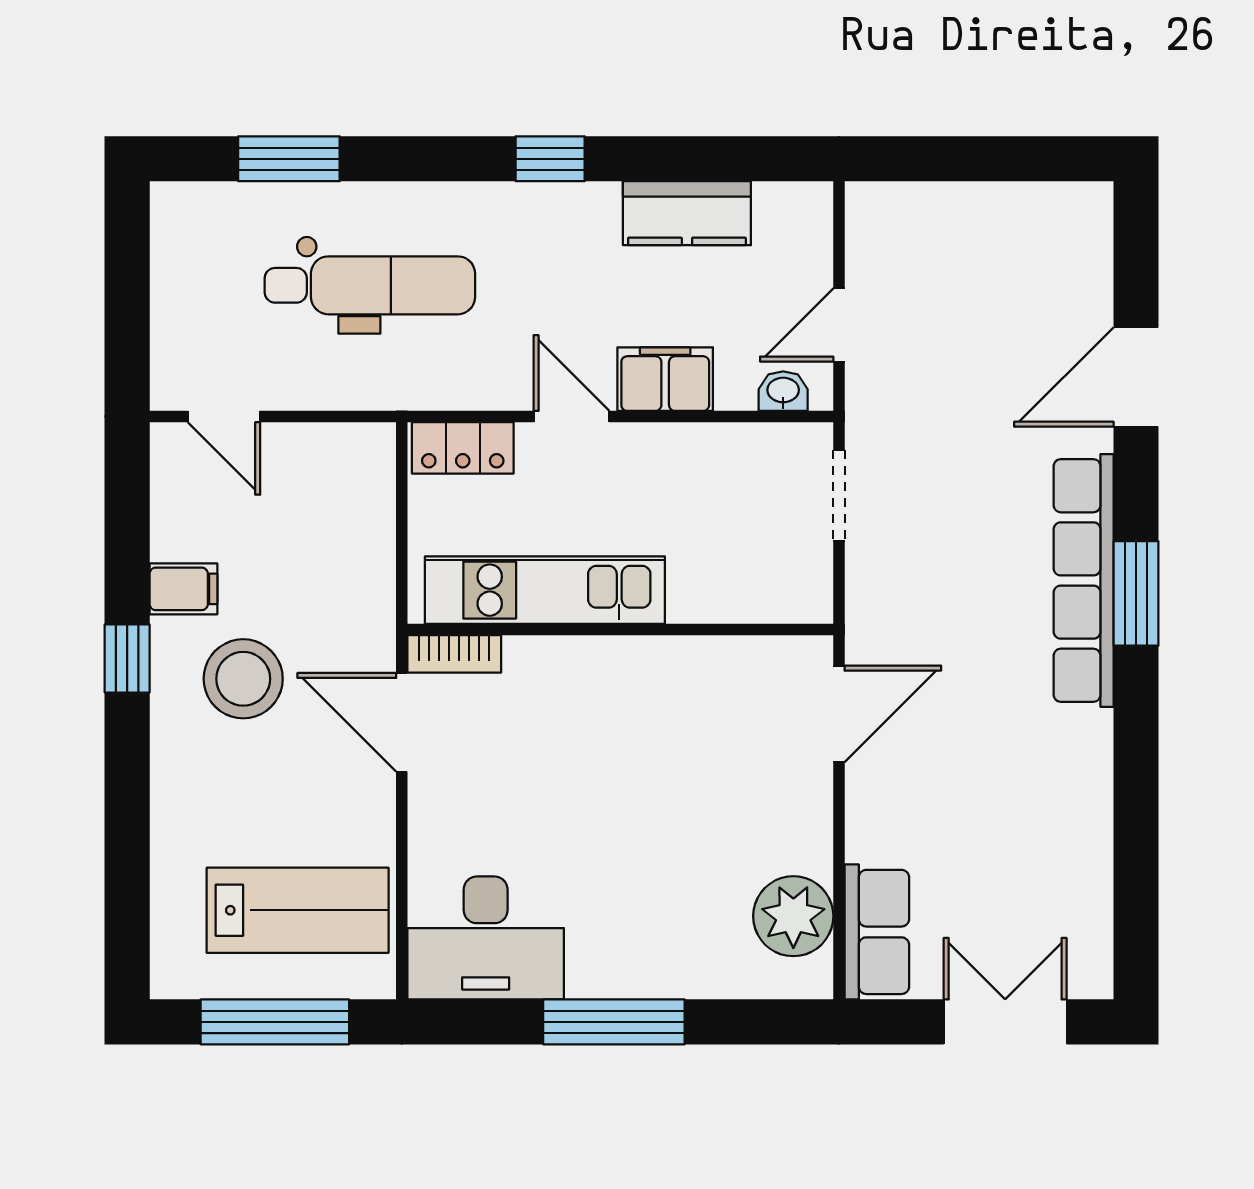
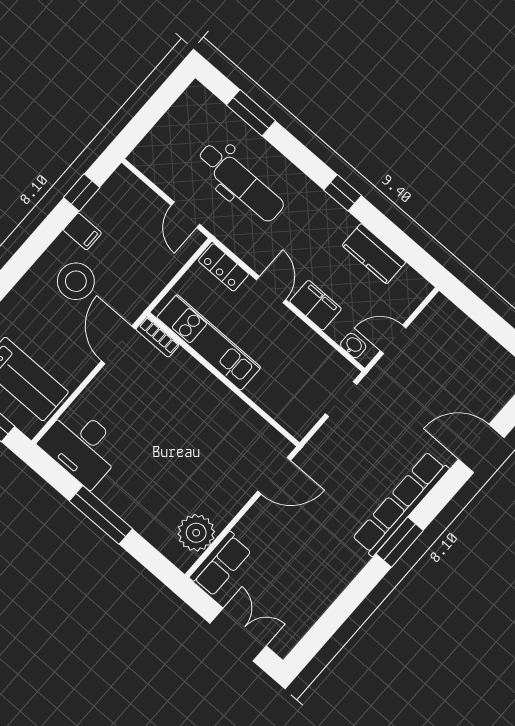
door: (224, 417) -> (185, 215), moved
window: (1136, 593) -> (400, 542), moved
window: (127, 659) -> (82, 192), moved

